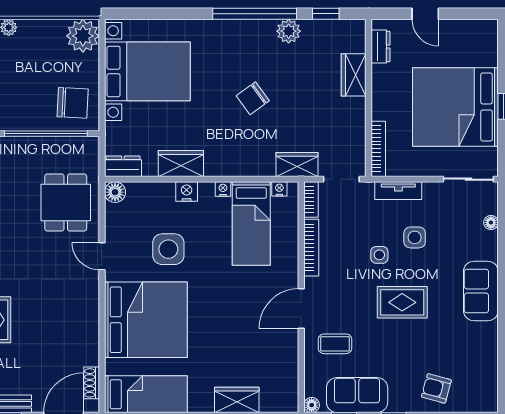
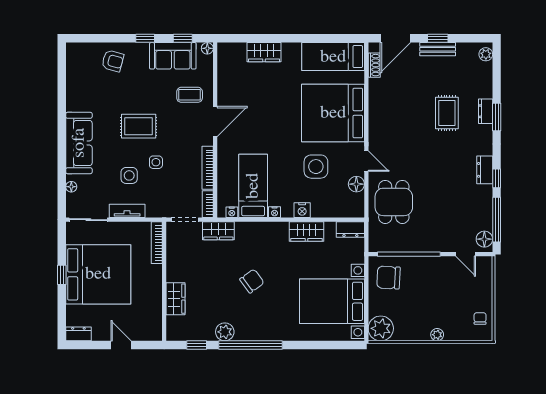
dresser: (380, 46) -> (78, 334), moved, turned 90
tv unit: (398, 191) -> (127, 211), moved
floor lamp: (115, 192) -> (356, 184), moved
sofa: (481, 291) -> (79, 143), width x1.36

